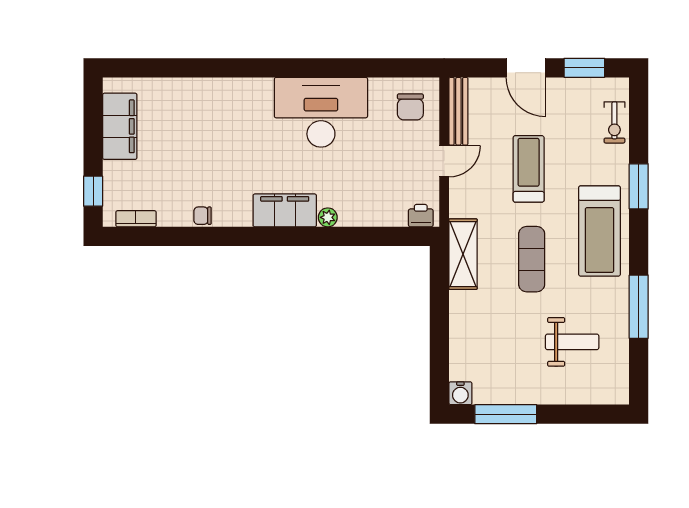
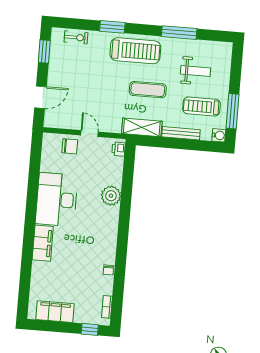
door: (526, 68) -> (40, 97), moved
chair: (410, 107) -> (70, 146), moved
bench: (458, 111) -> (181, 133), moved
treadmill: (529, 169) -> (201, 106), moved
filing cabinet: (285, 210) -> (43, 243), moved, turned 180
plant: (328, 217) -> (111, 196), width x1.88, depth x1.88
weight bench: (572, 342) -> (196, 71), turned 90

